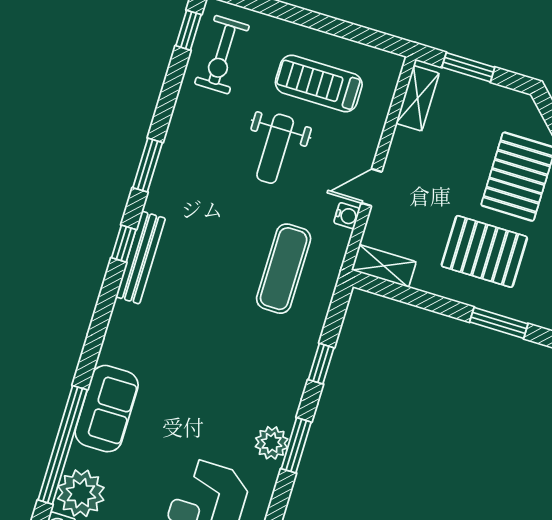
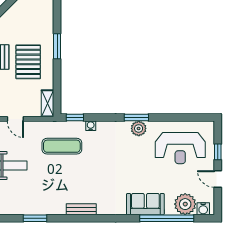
water cooler: (347, 216) -> (91, 126), moved
window: (124, 244) -> (72, 218), removed
bench: (141, 258) -> (81, 209), width x0.73
window: (321, 364) -> (75, 118), moved

